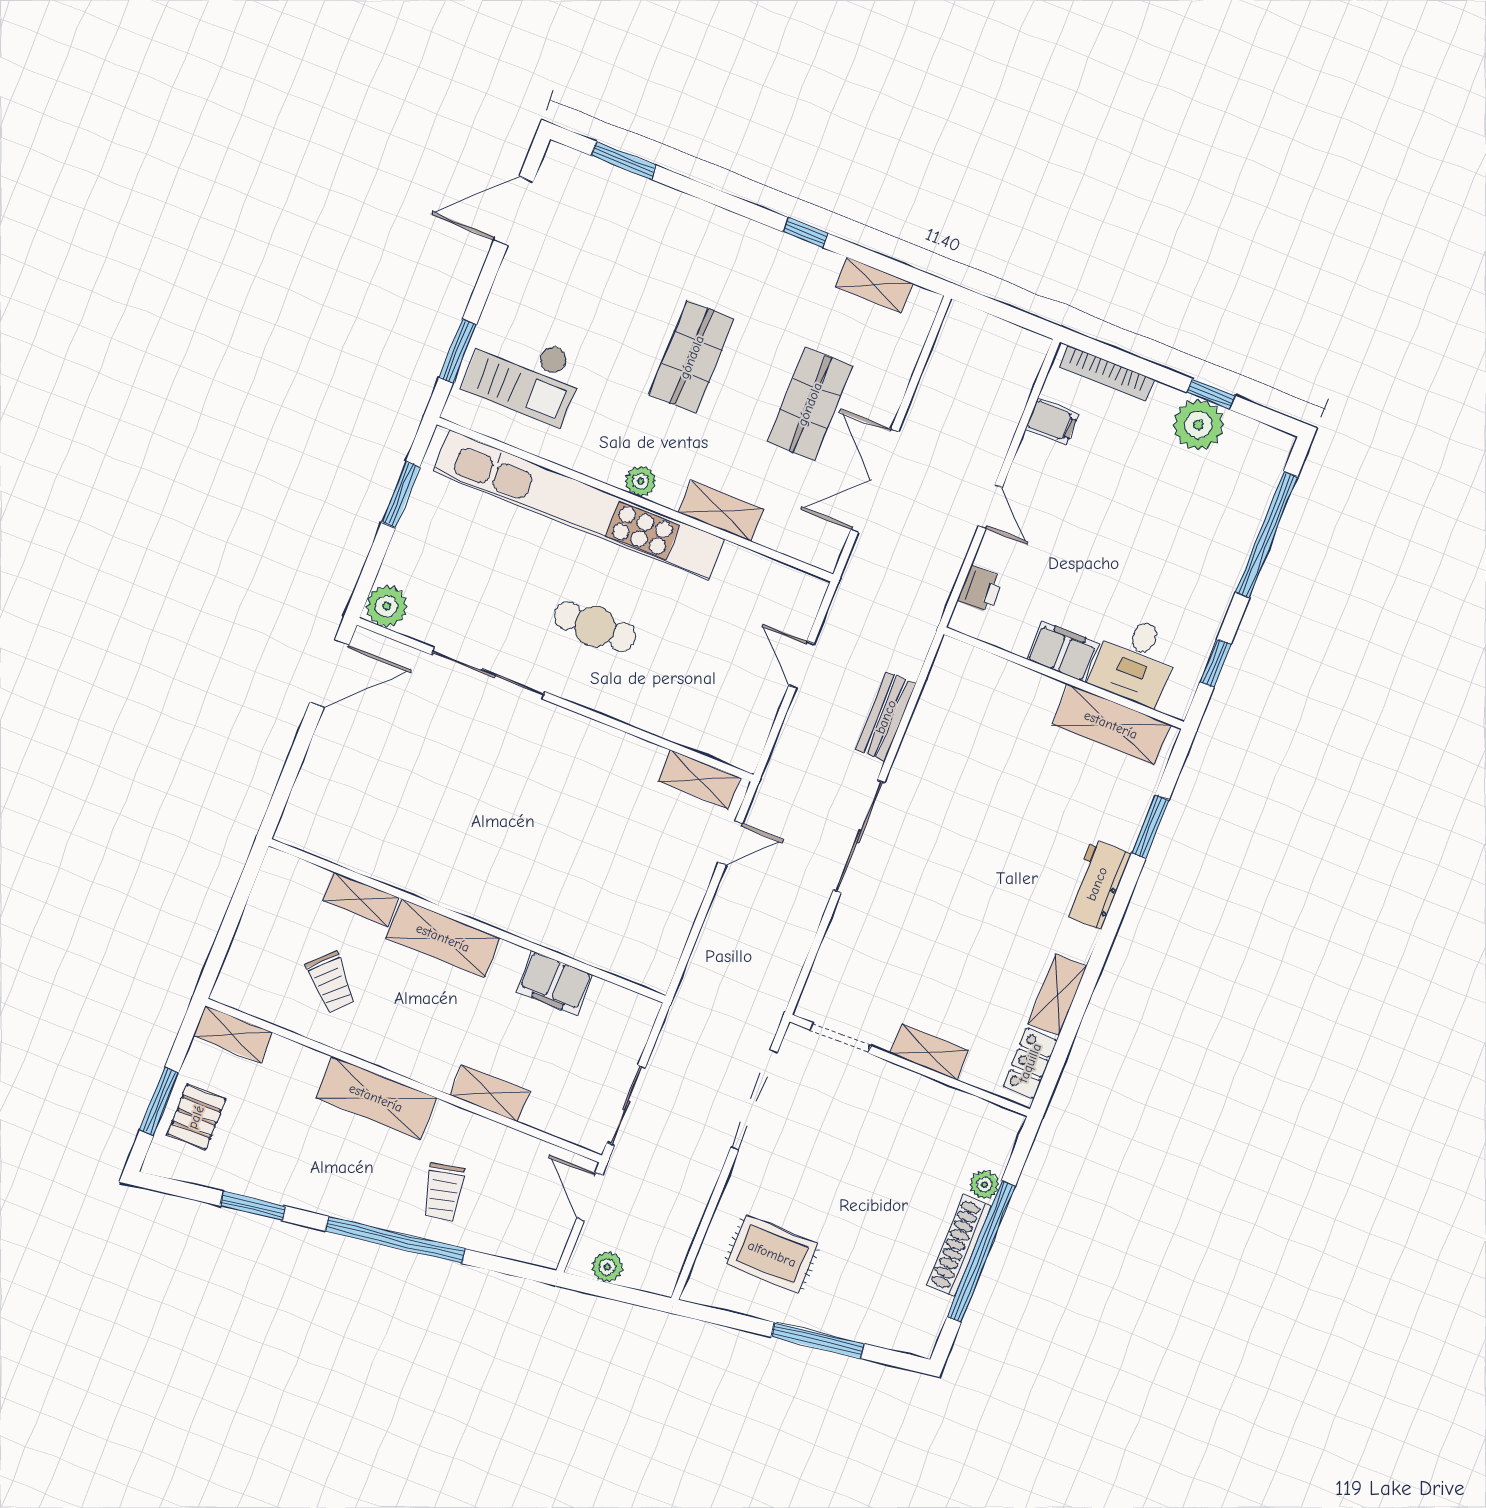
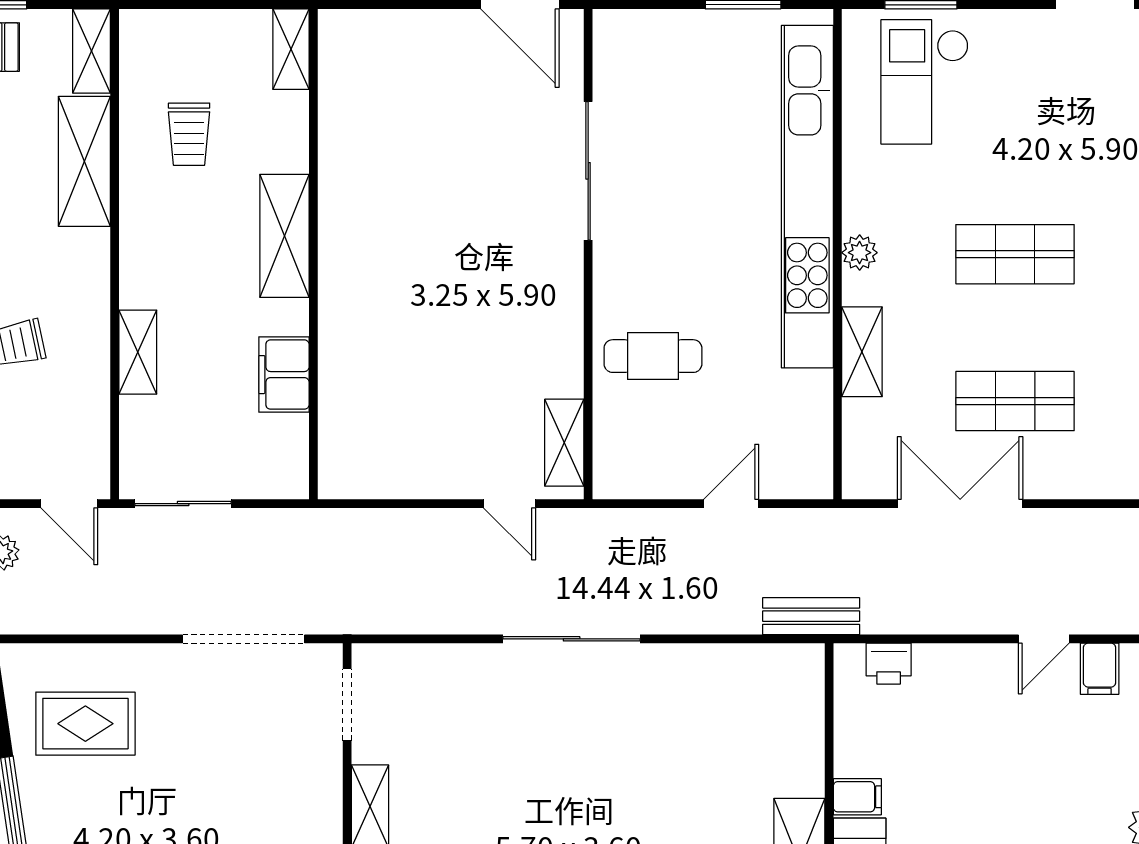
door: (990, 507) -> (1044, 639), moved
plant: (387, 606) -> (617, 33), removed
cafe table: (595, 626) -> (653, 356), moved, turned 90
filing cabinet: (1063, 651) -> (857, 797), width x0.50
bench: (886, 717) -> (811, 616), moved
shelving: (361, 899) -> (291, 49), moved
trolley: (331, 982) -> (189, 134), turned -46
shelving: (376, 1098) -> (84, 161), moved
door: (590, 1197) -> (69, 504), swing flipped
rug: (772, 1254) -> (85, 724), turned 90

